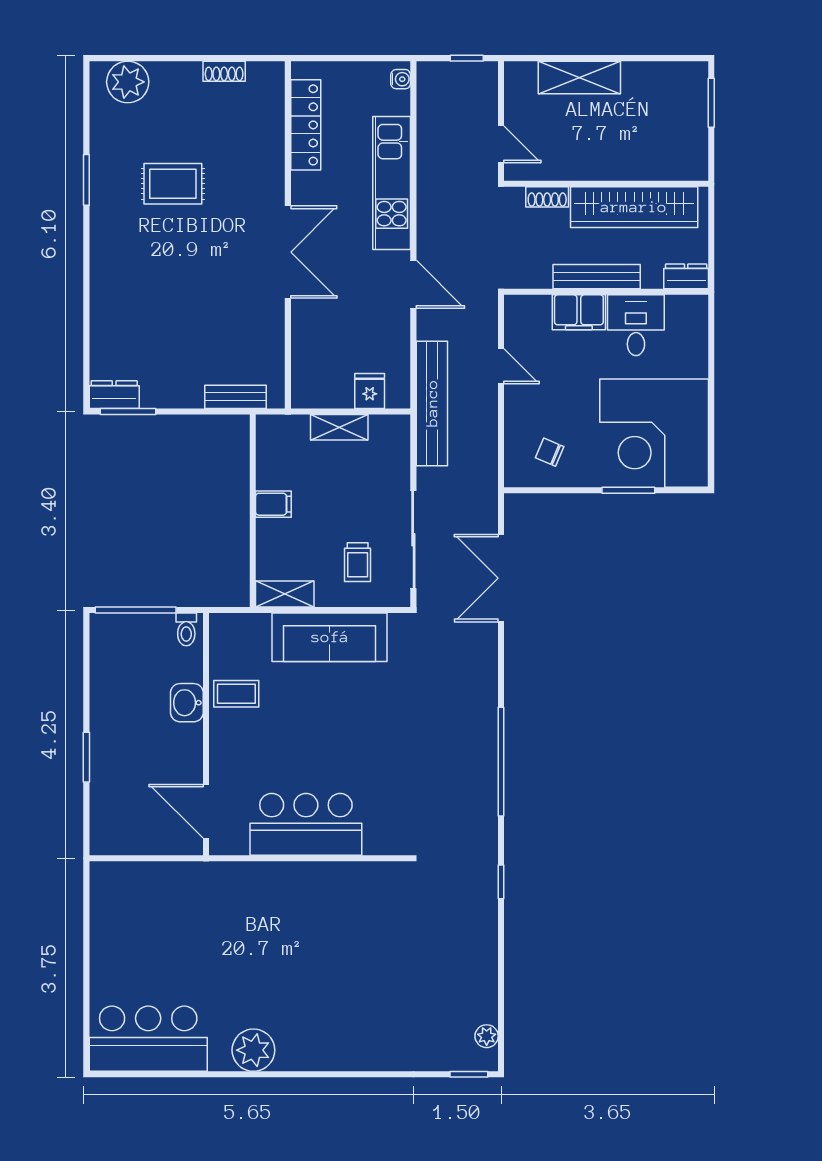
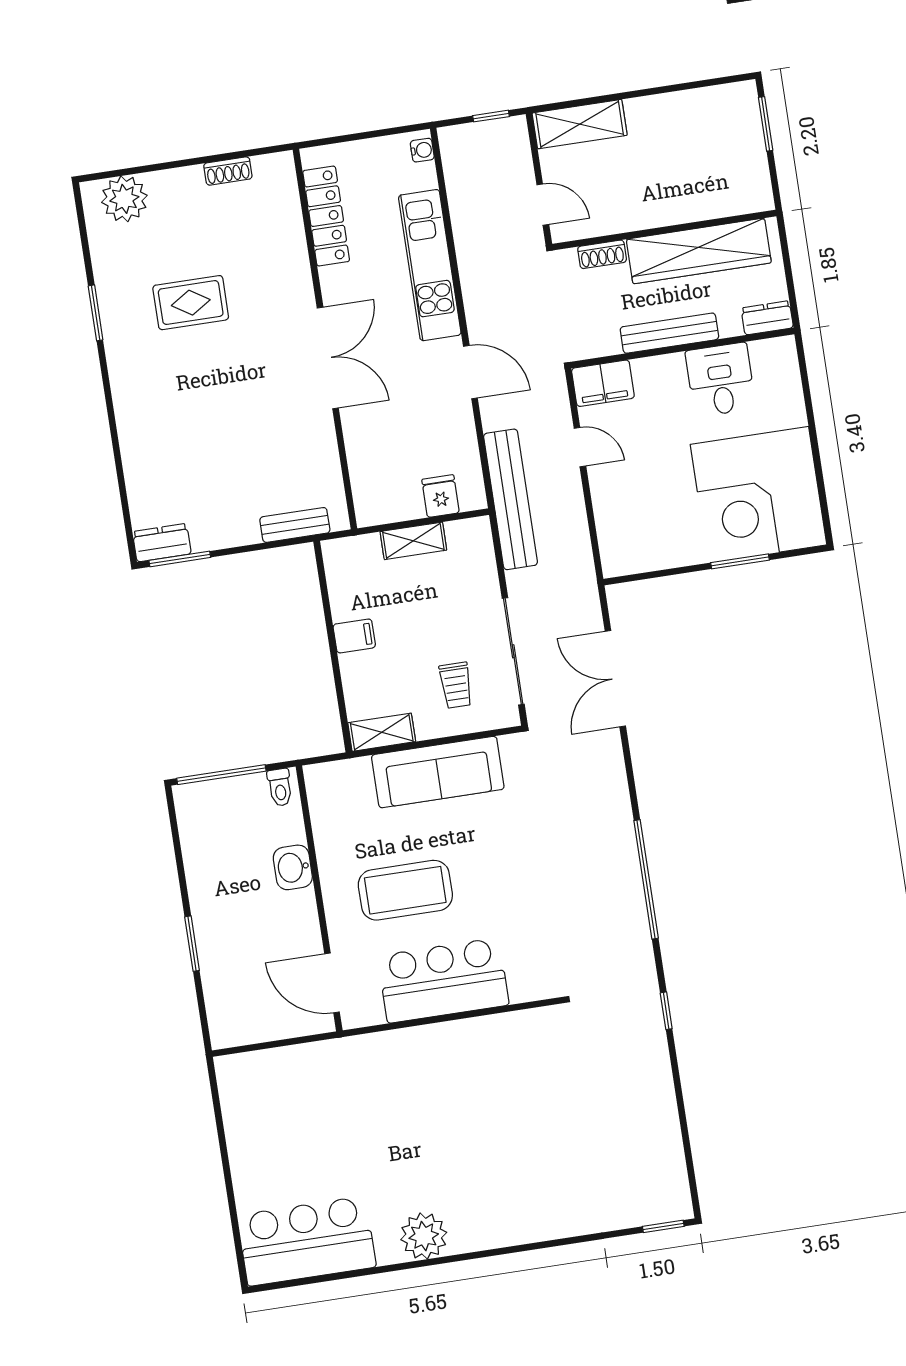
shelving: (579, 77) -> (580, 124), moved
filing cabinet: (579, 312) -> (603, 383), moved
chair: (550, 452) -> (647, 533), removed
coffee table: (236, 694) -> (405, 890), moved, width x1.86, depth x1.72
plant: (487, 1036) -> (676, 1182), removed

